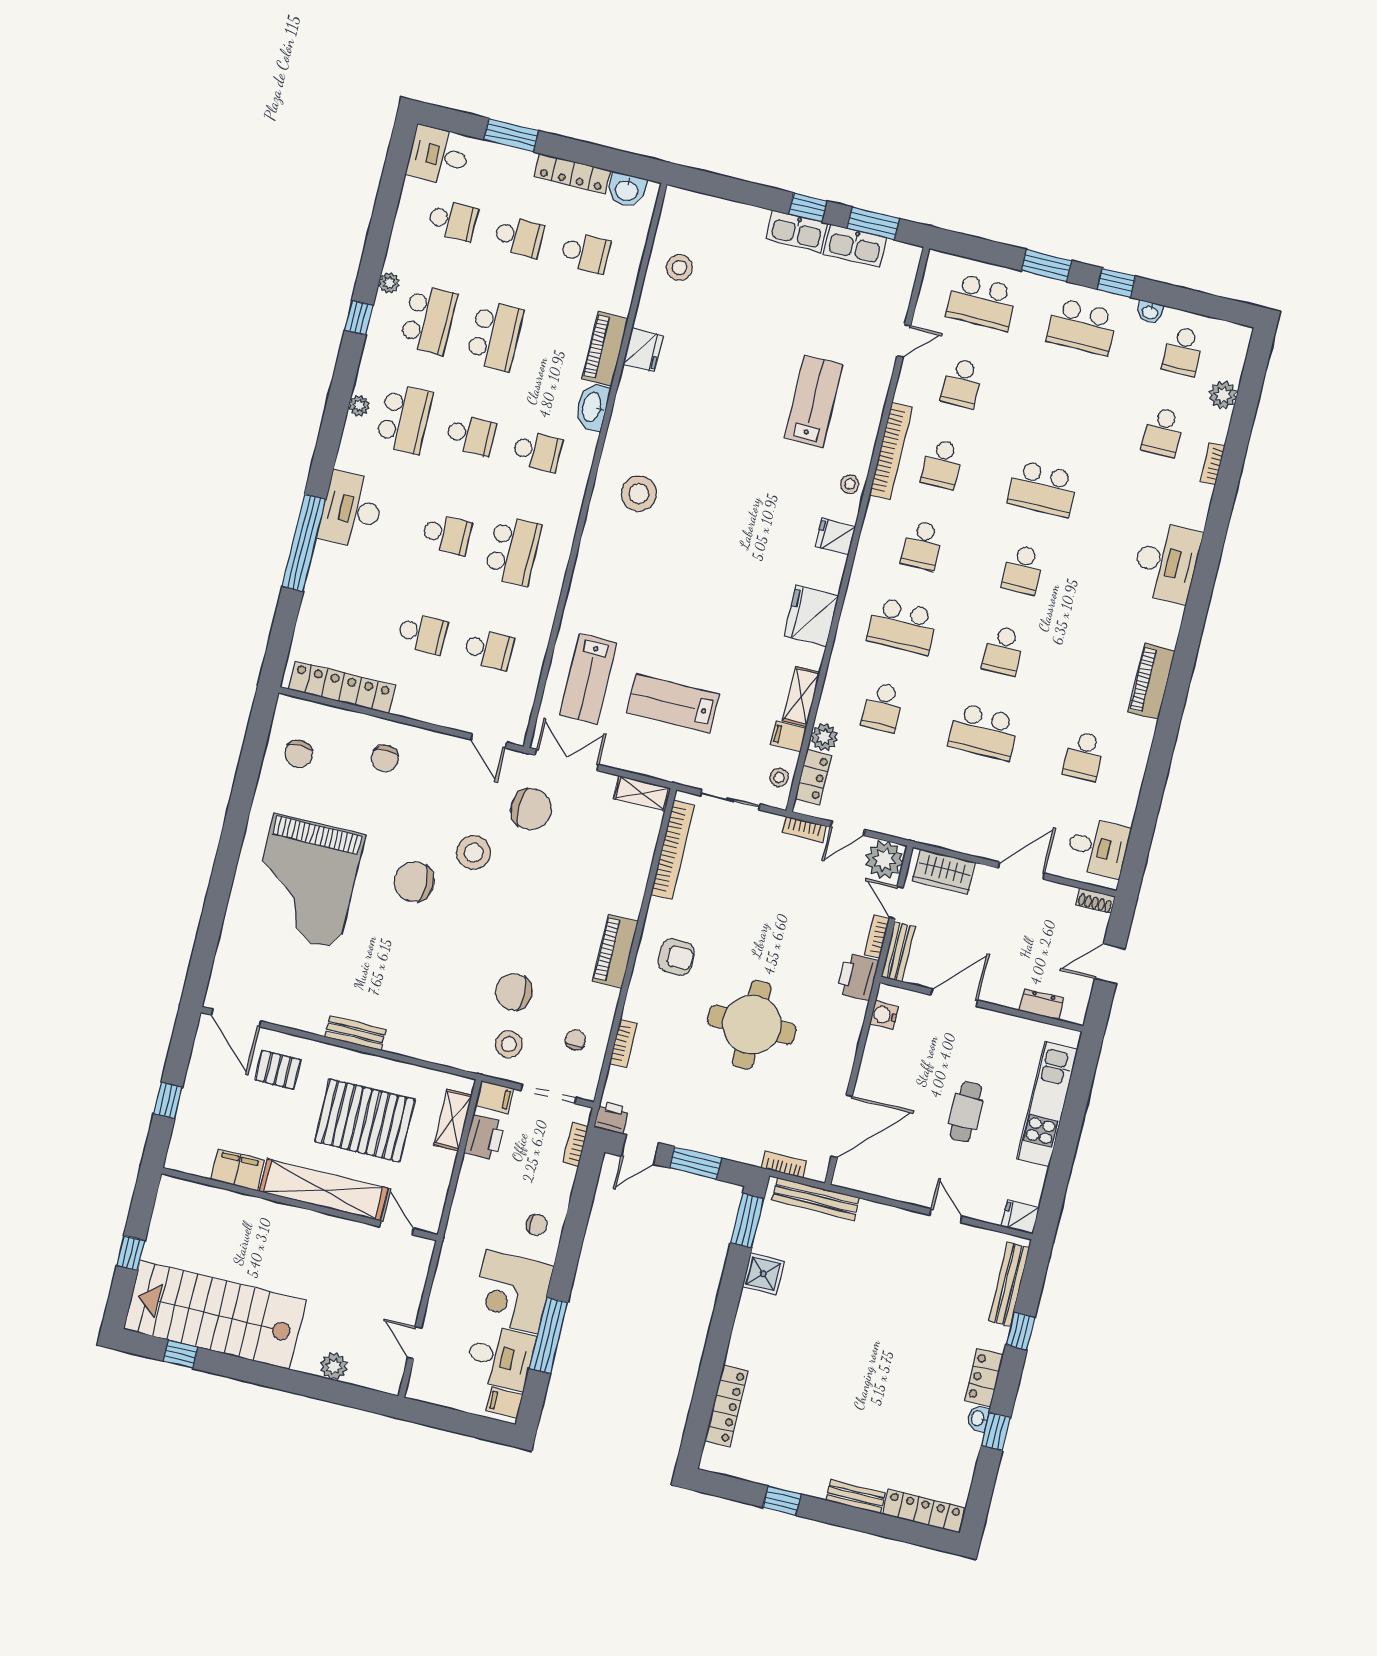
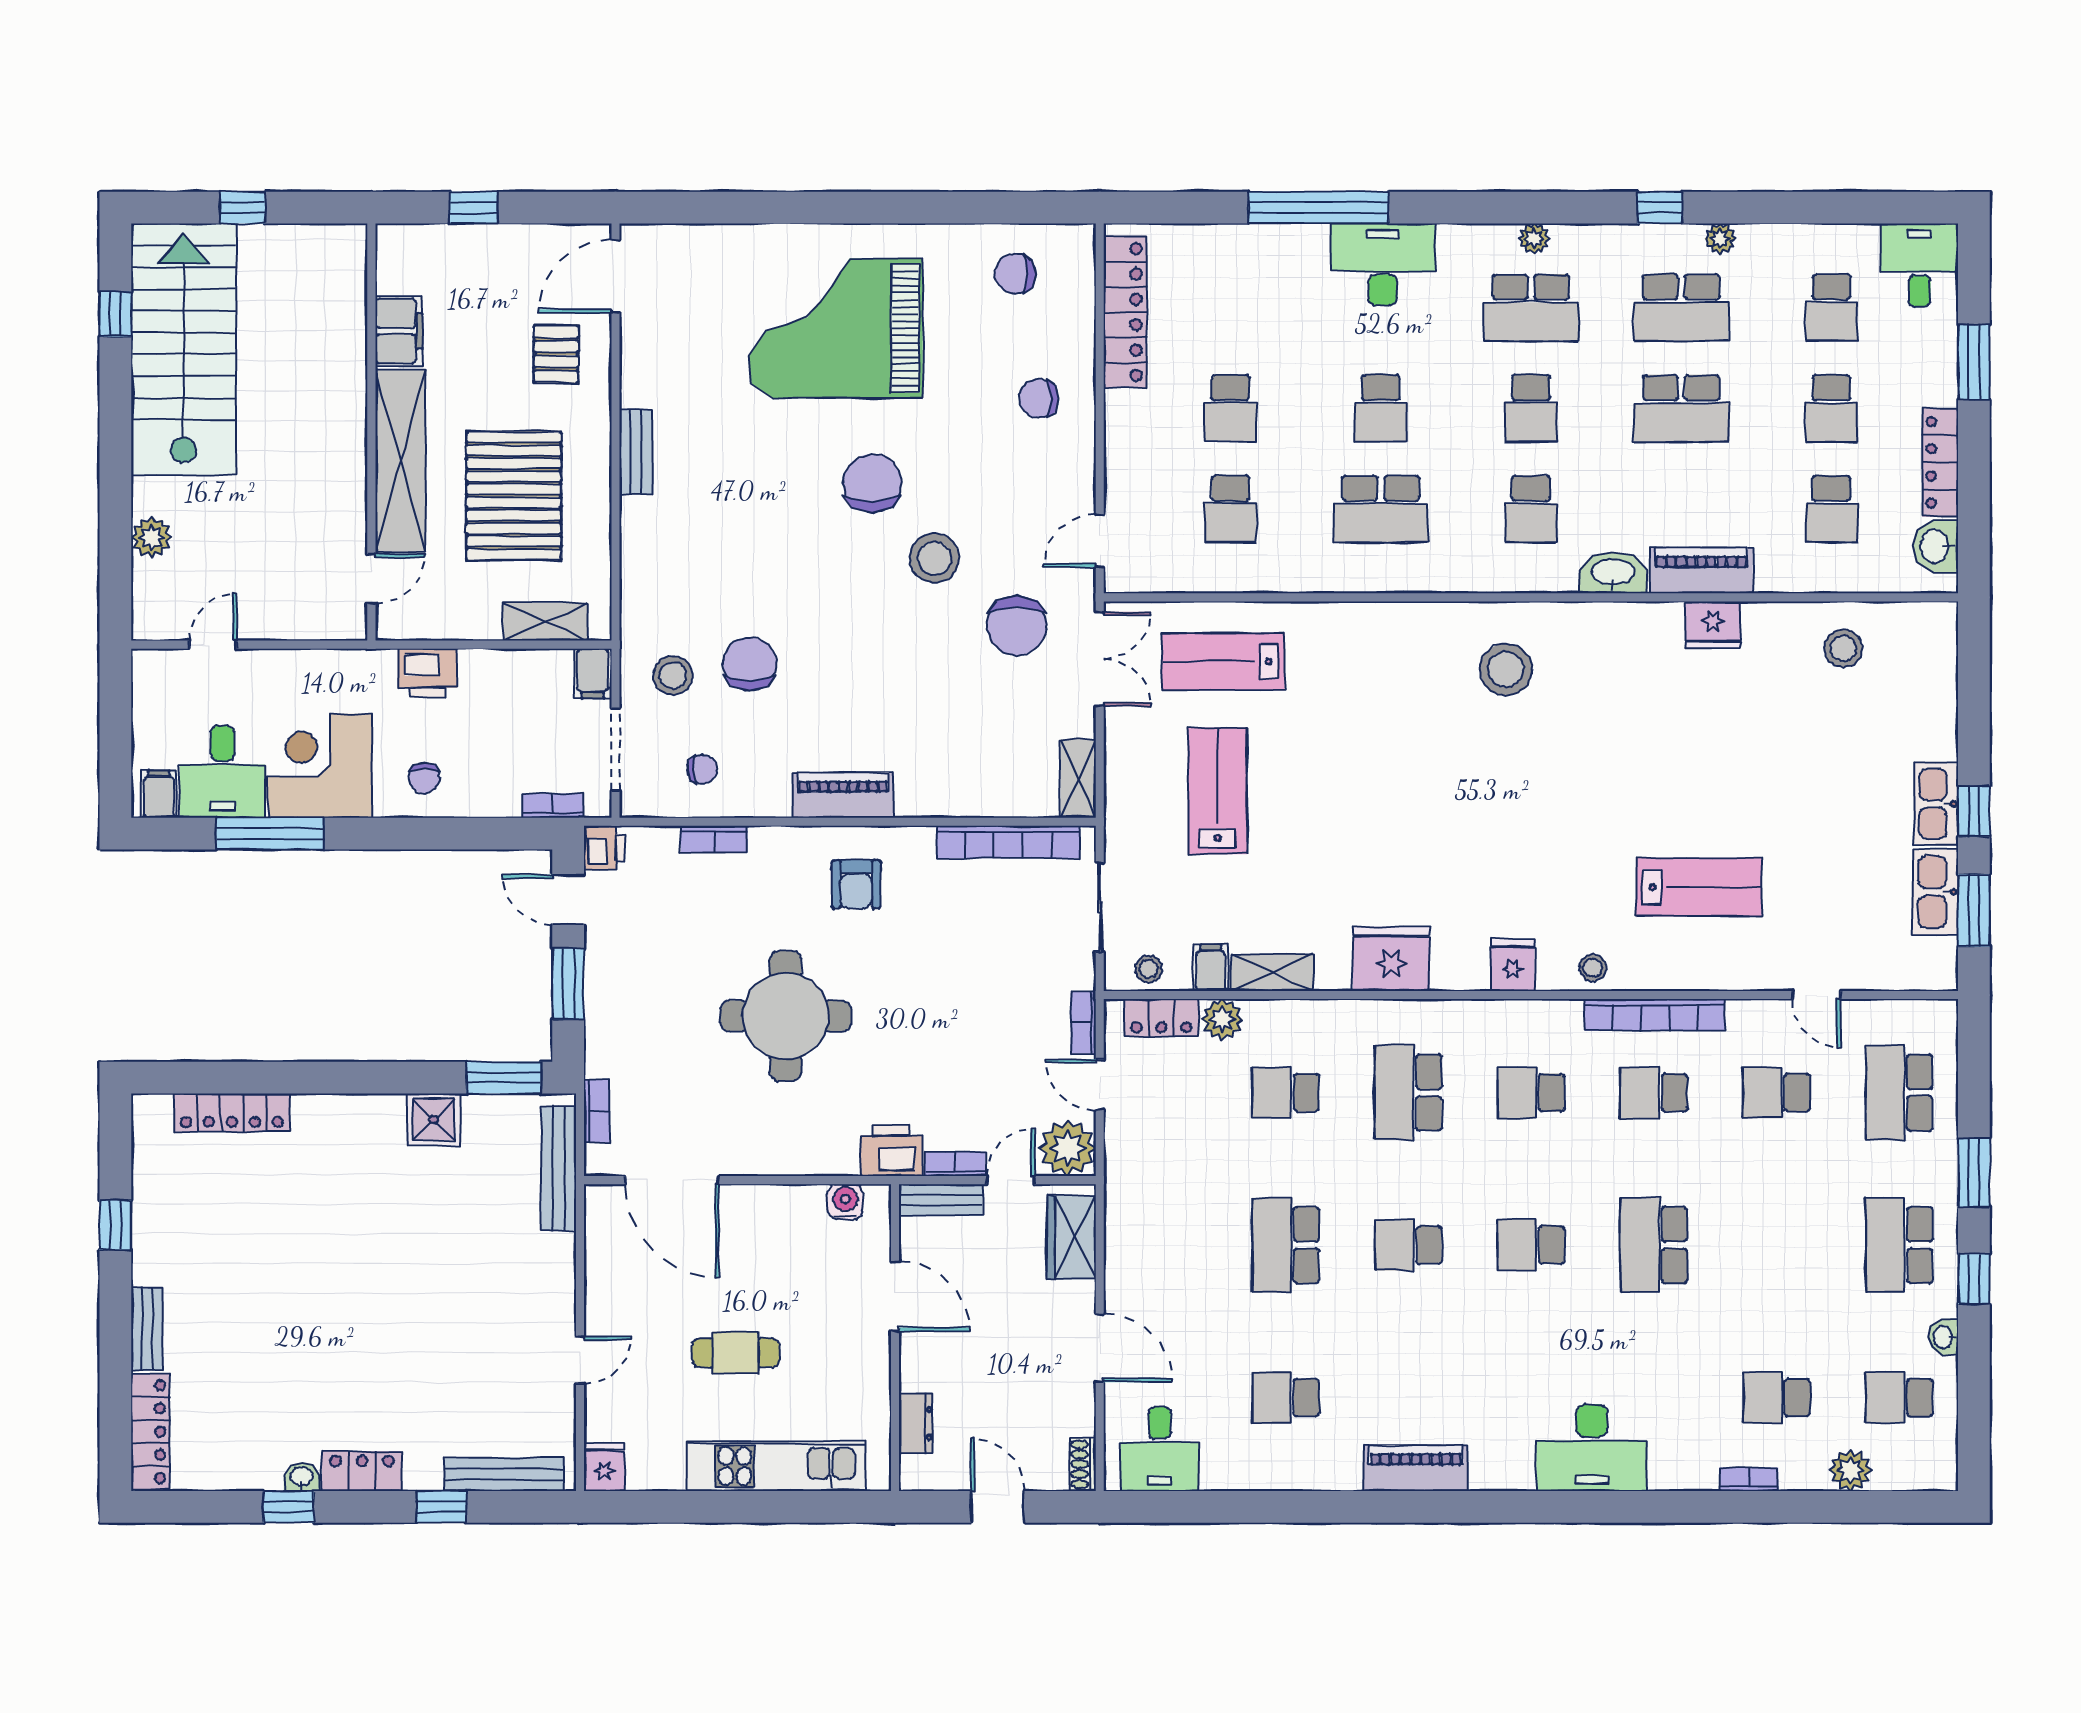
printer: (484, 1137) -> (427, 673), moved

